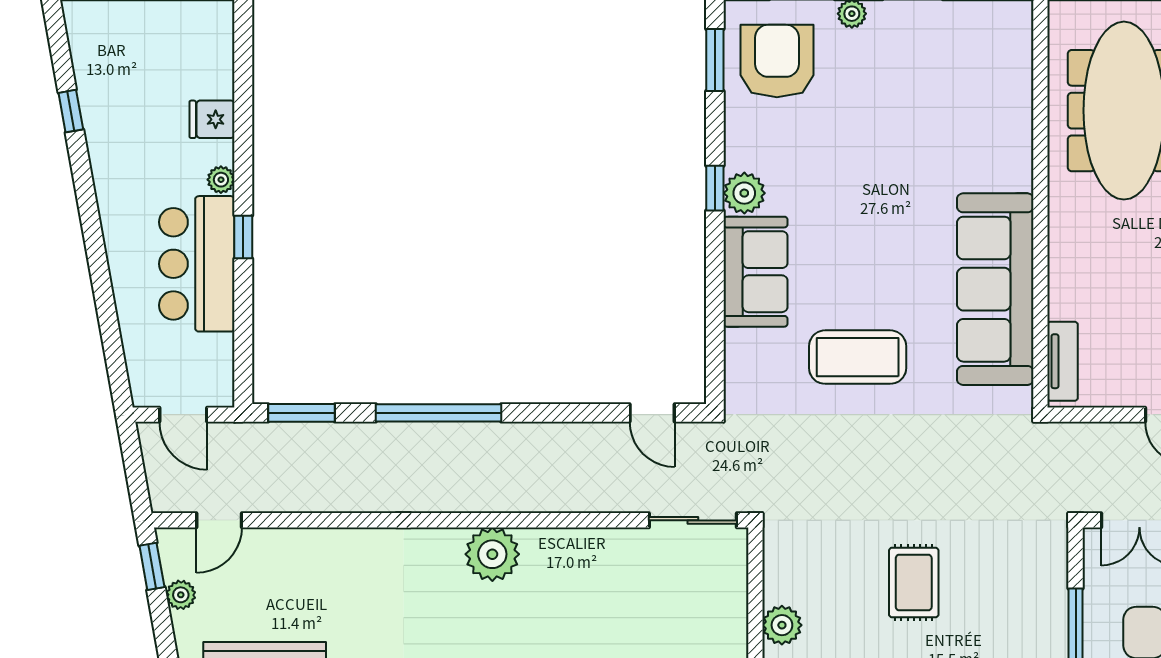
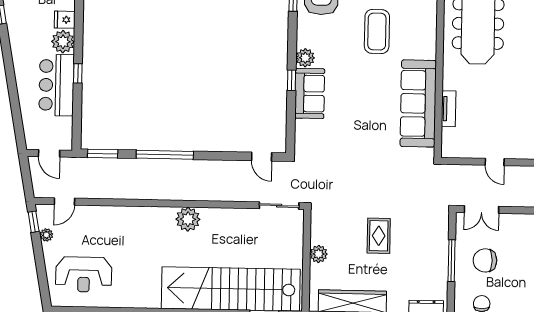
plant: (221, 180) -> (63, 42), width x1.88, depth x1.88
window: (715, 188) -> (291, 80), moved
coffee table: (858, 357) -> (377, 32), moved, turned 90
tv unit: (1063, 361) -> (449, 109), moved

